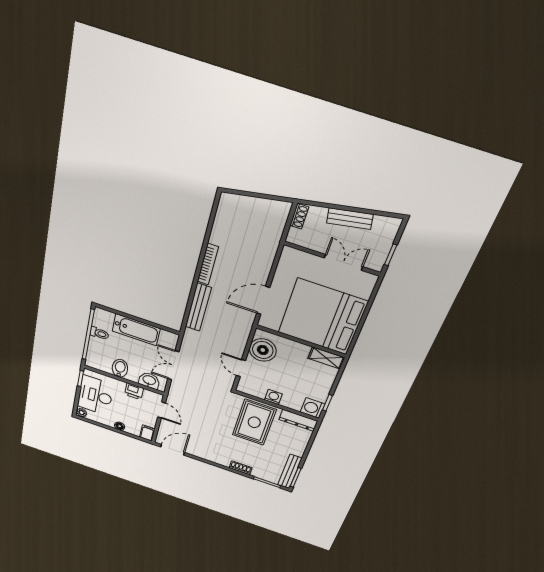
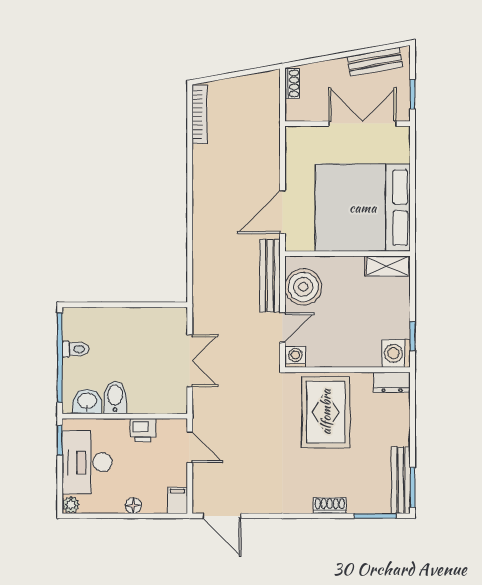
bench: (350, 219) -> (375, 62), moved
double door: (343, 262) -> (363, 124), width x1.37
bookcase: (208, 264) -> (200, 114), moved
bench: (198, 307) -> (270, 276), moved
bathtub: (136, 330) -> (126, 323), removed
double door: (173, 365) -> (190, 361), swing flipped
door: (241, 368) -> (283, 327), swing flipped
washbasin: (149, 380) -> (87, 401), moved
washing machine: (273, 397) -> (295, 357), moved
dresser: (298, 420) -> (392, 382), width x0.70
door: (173, 450) -> (222, 516), swing flipped

